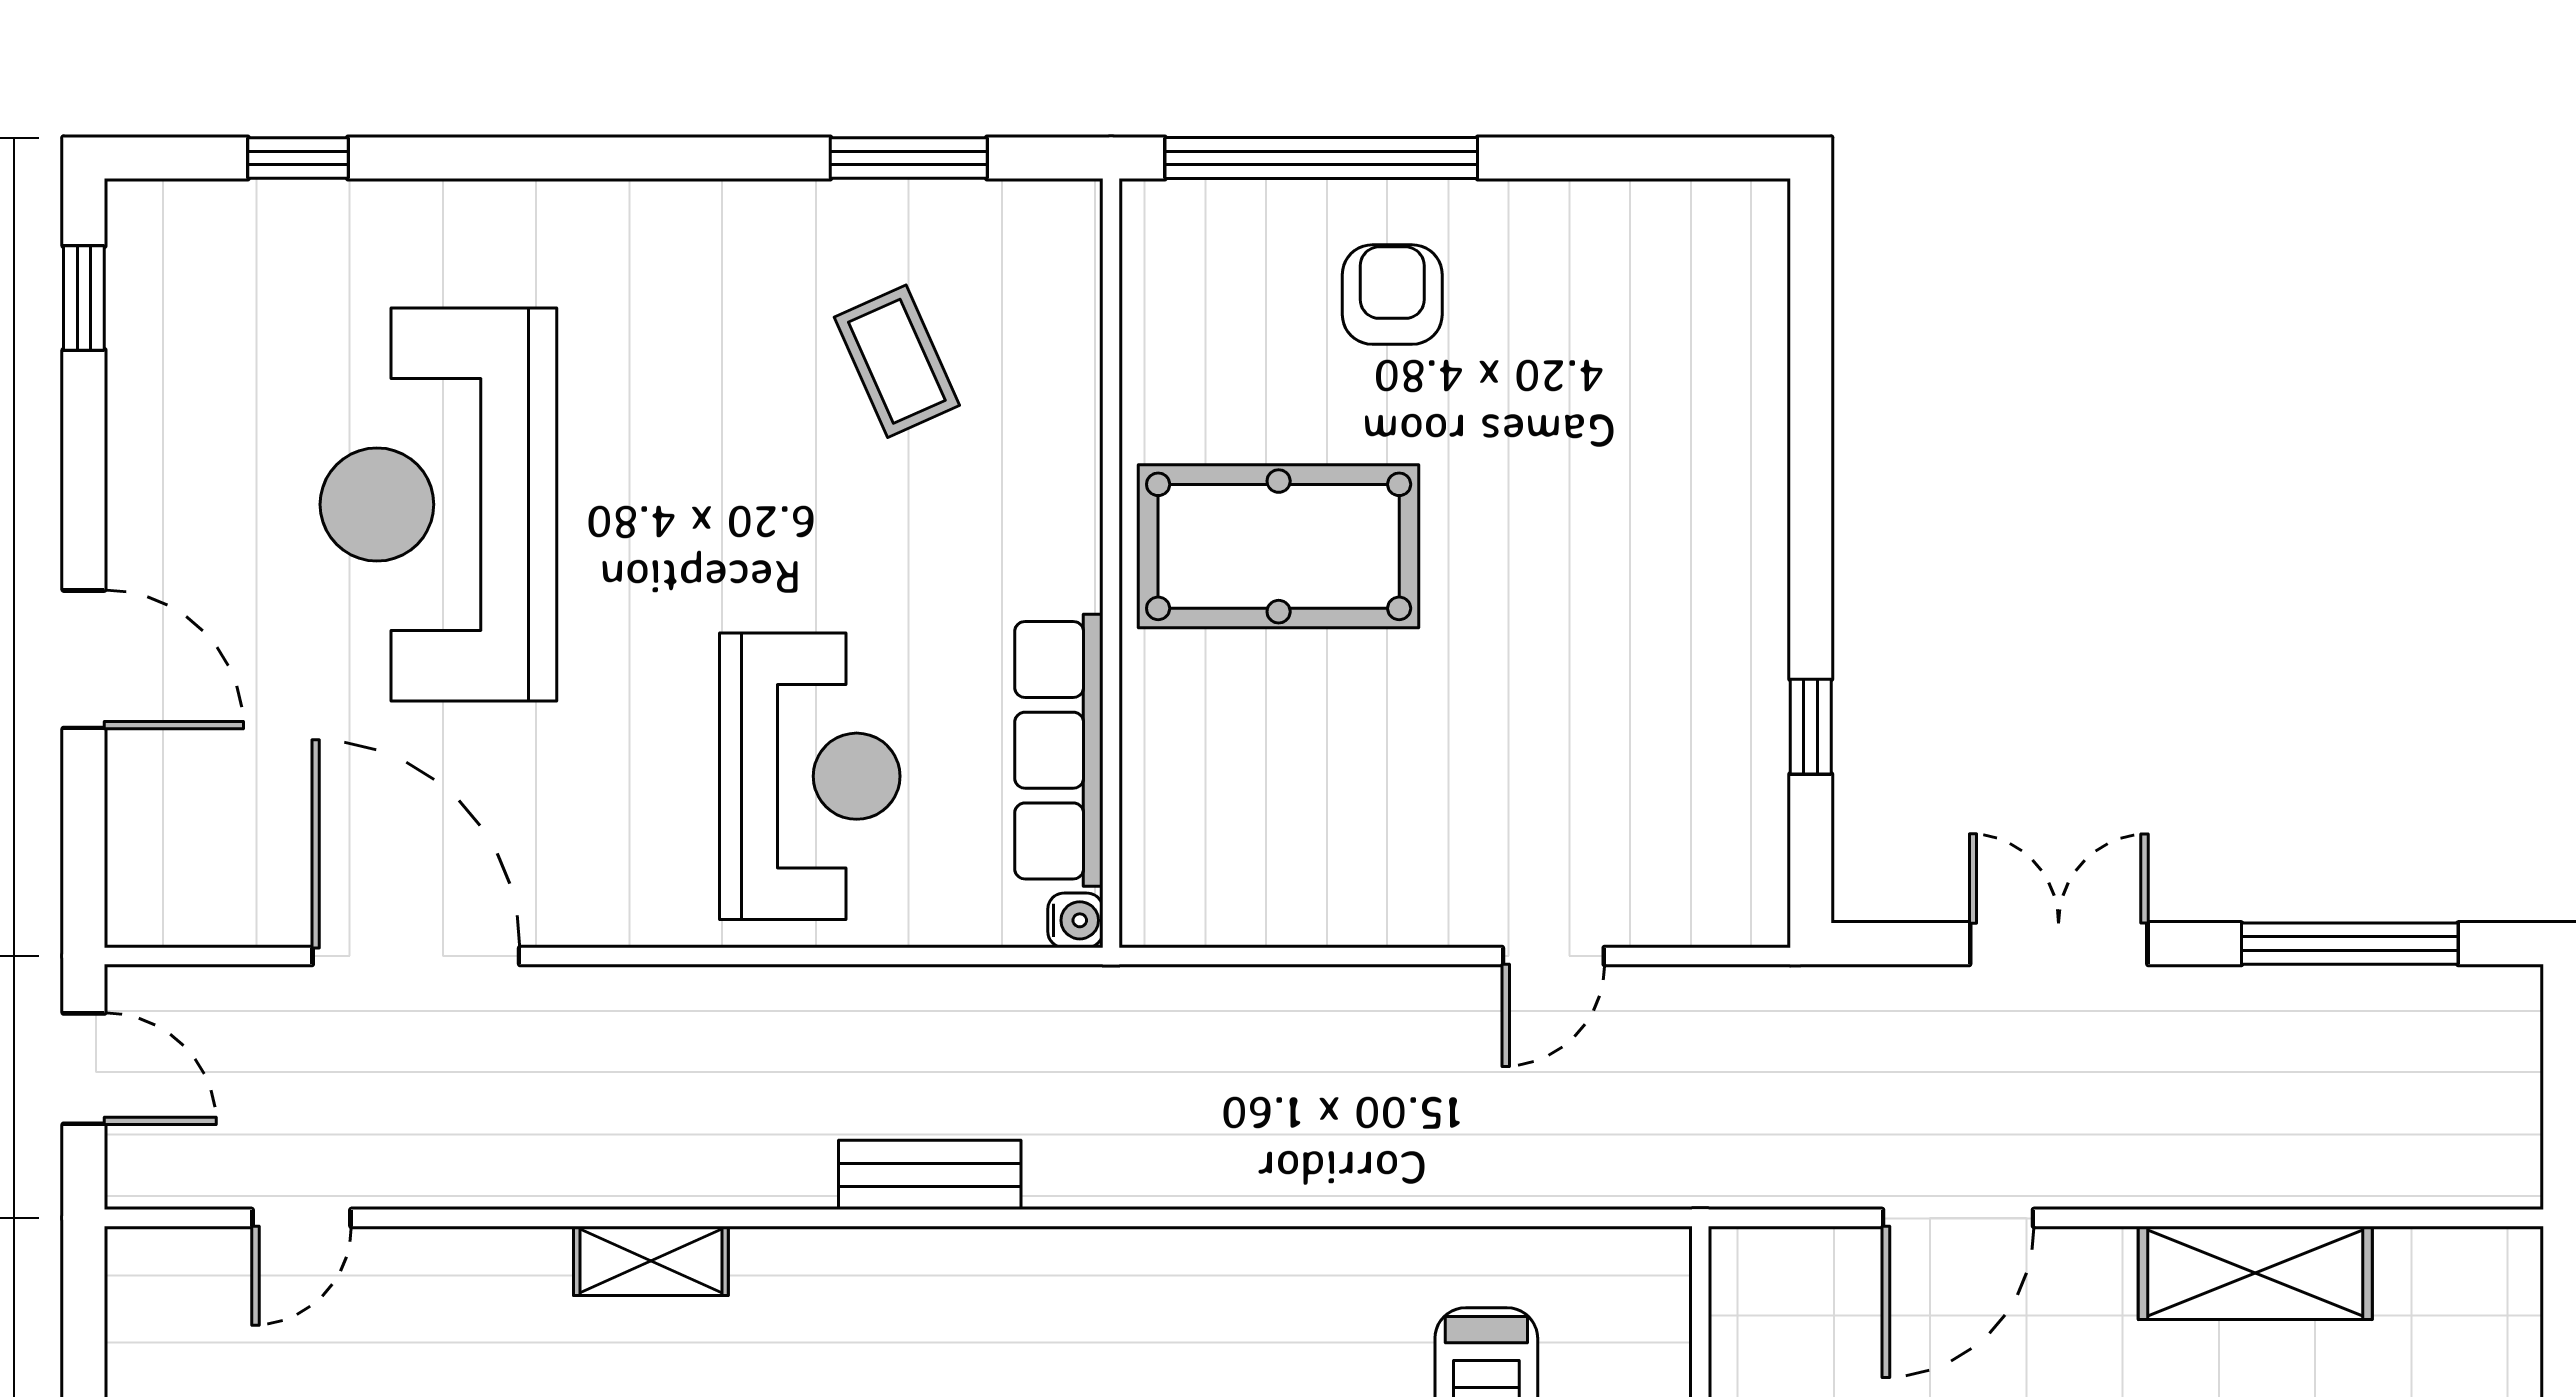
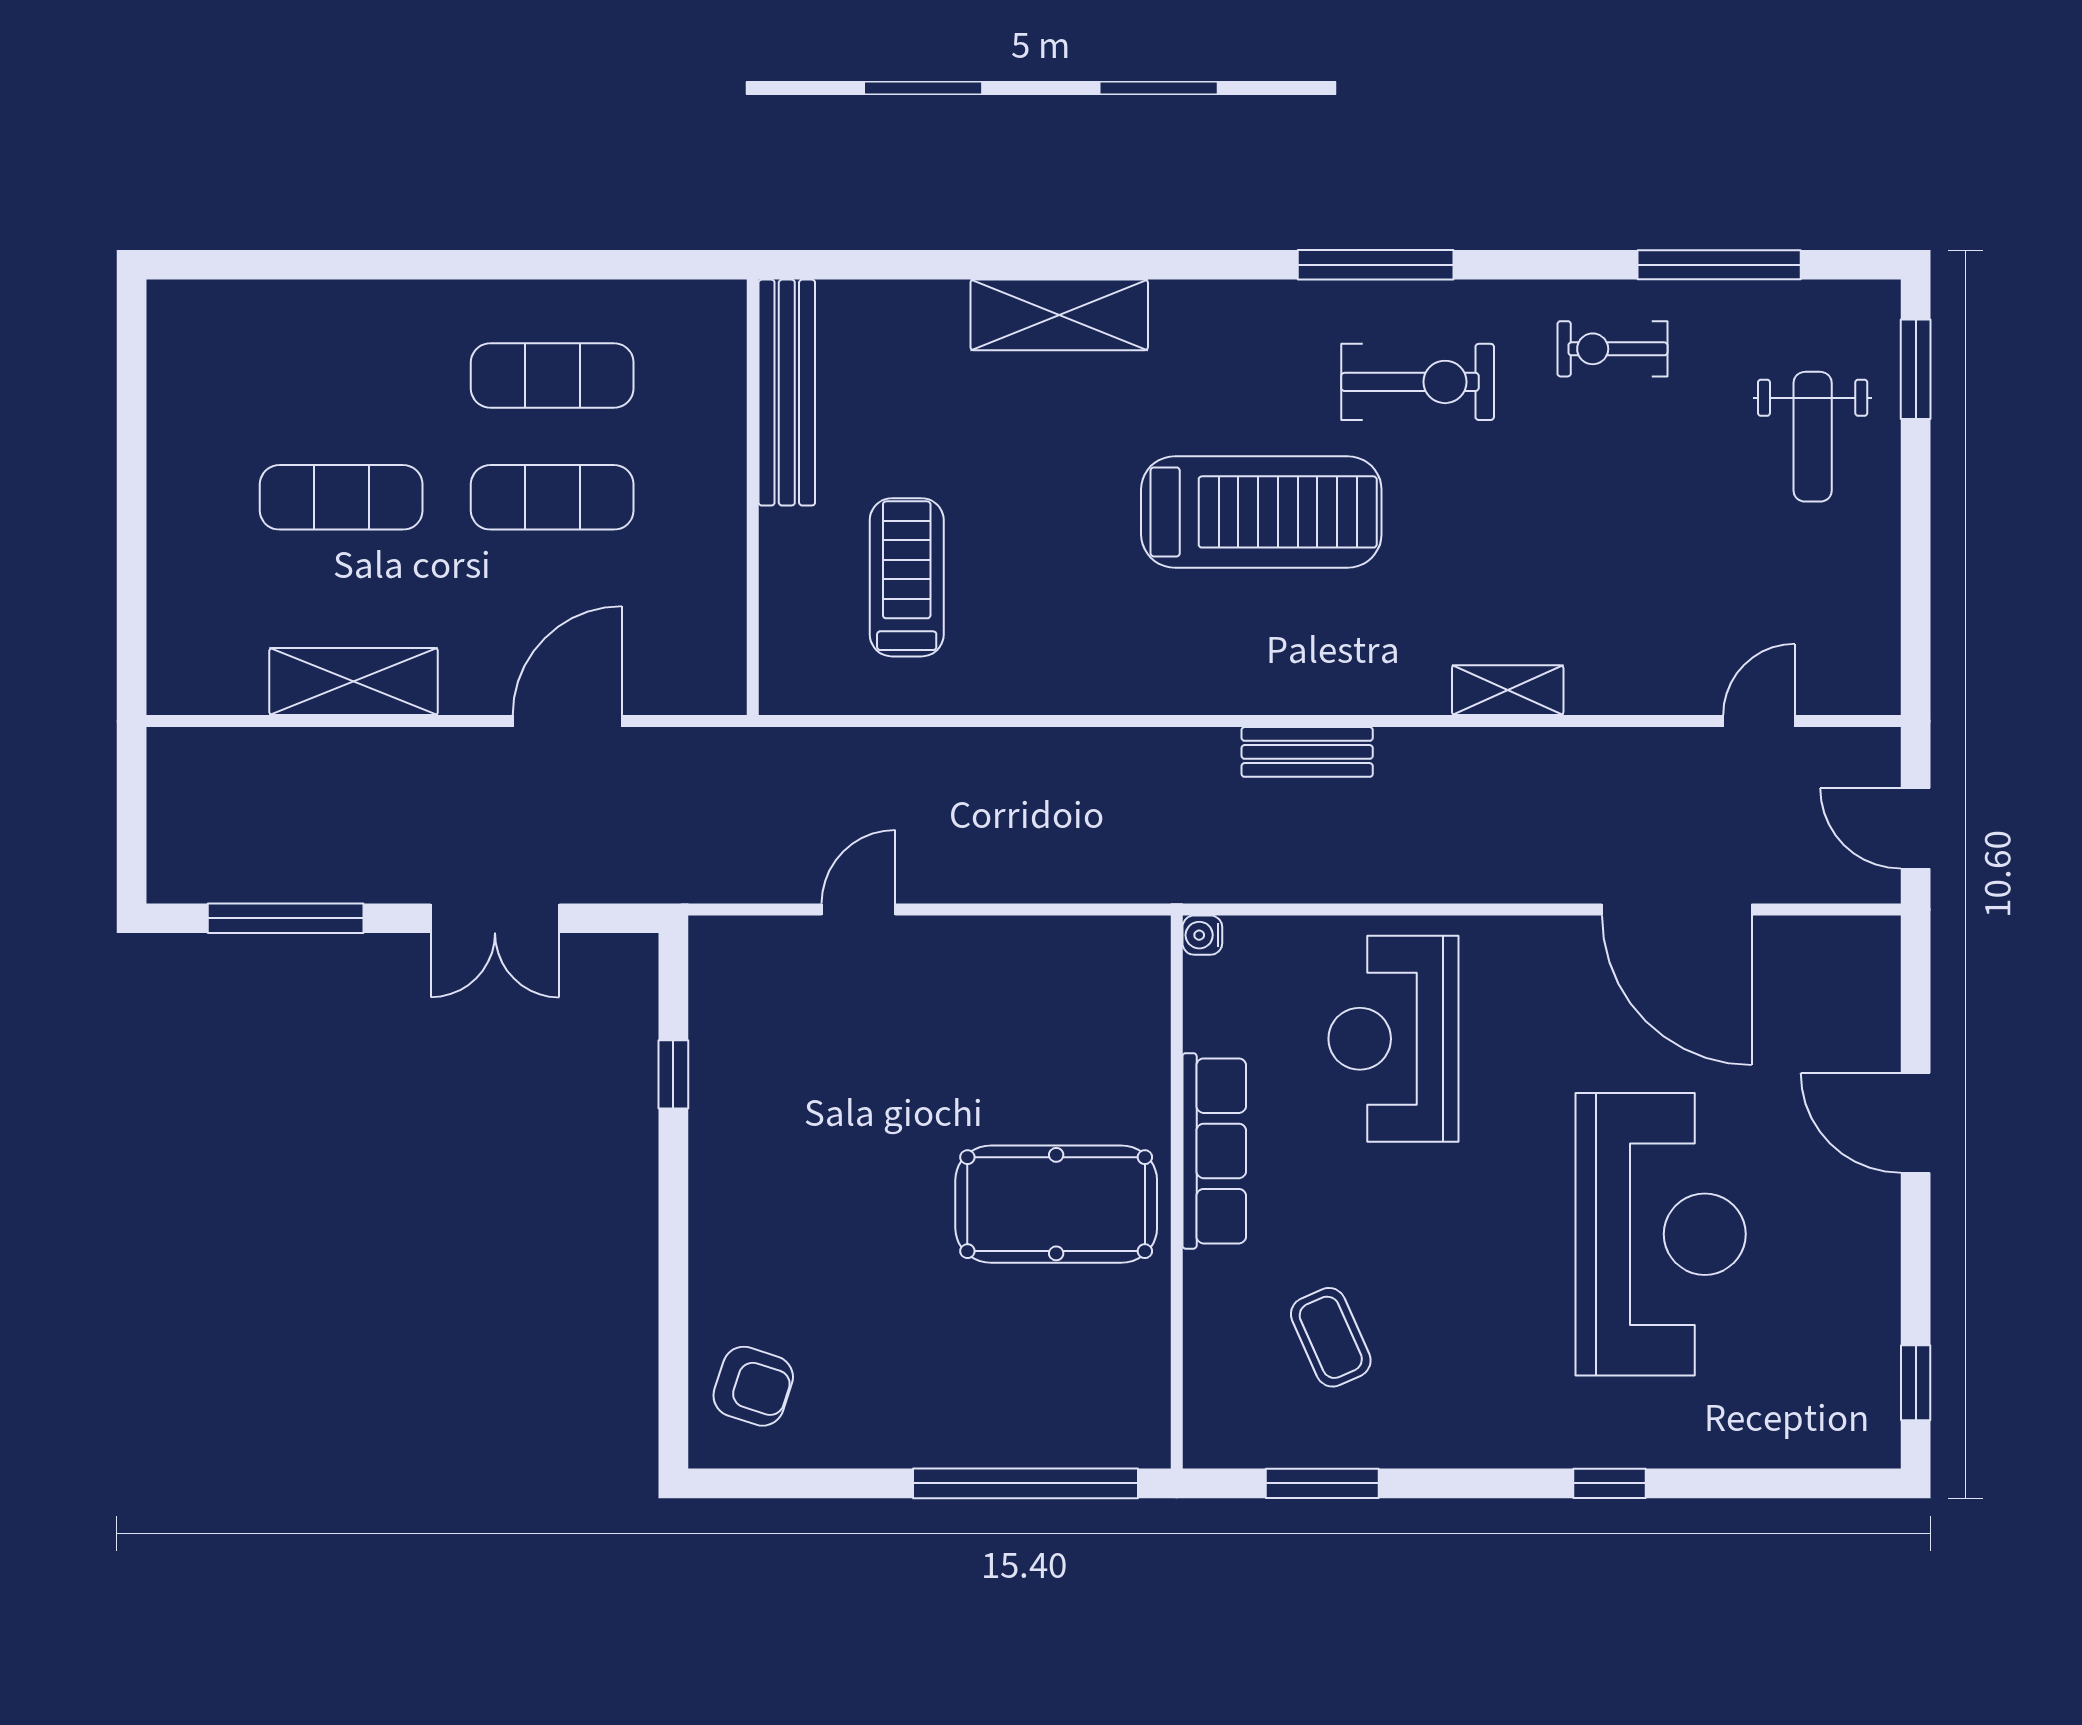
window: (298, 158) -> (1610, 1483), moved
armchair: (1392, 295) -> (753, 1386), moved, turned -72
row of seats: (1059, 750) -> (1214, 1151), moved

